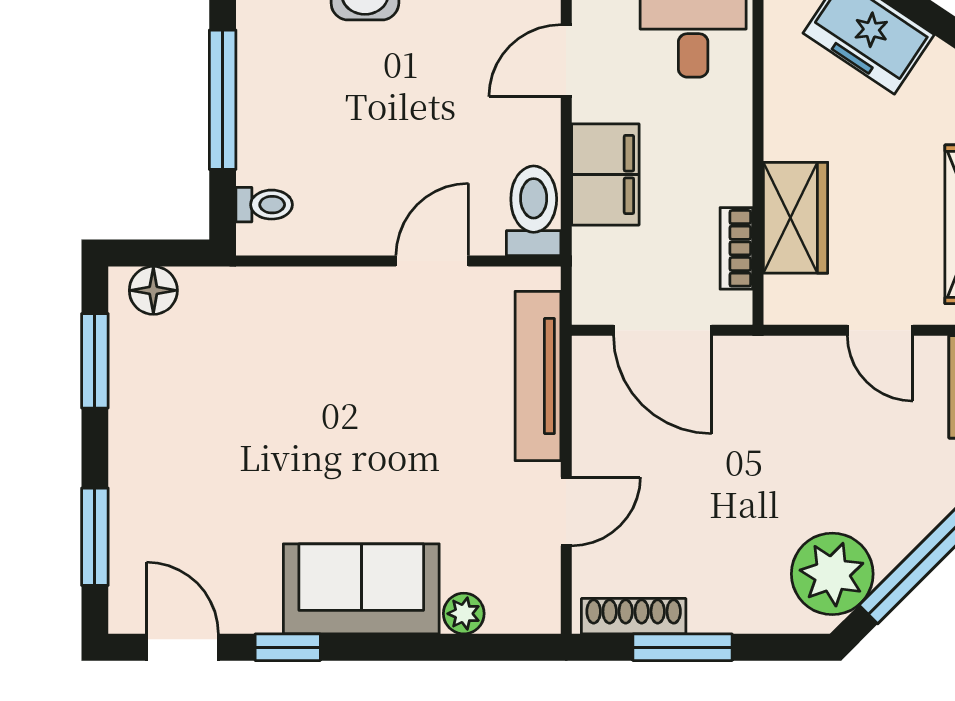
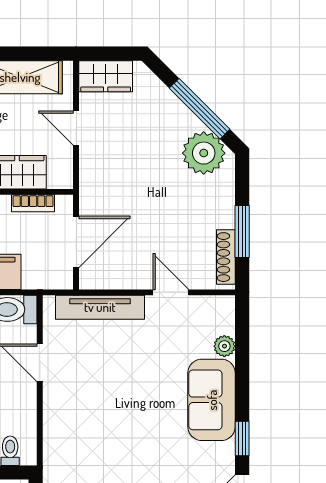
door: (880, 330) -> (76, 128), swing flipped

